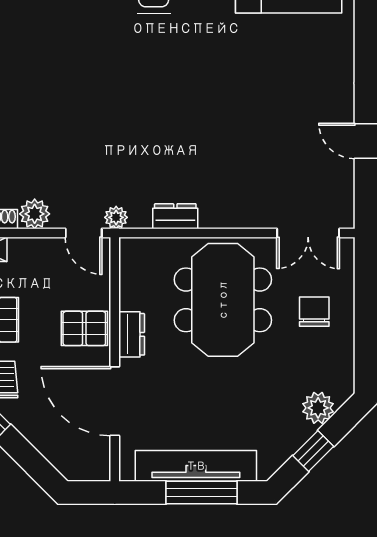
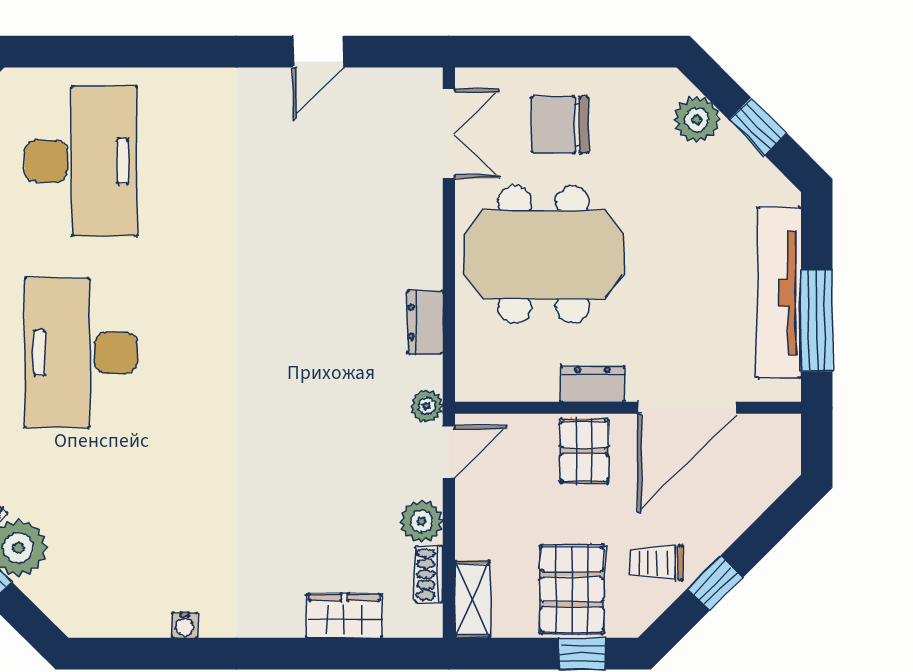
chair: (314, 312) -> (560, 125), width x1.37, depth x1.37
window: (202, 493) -> (817, 321), moved

